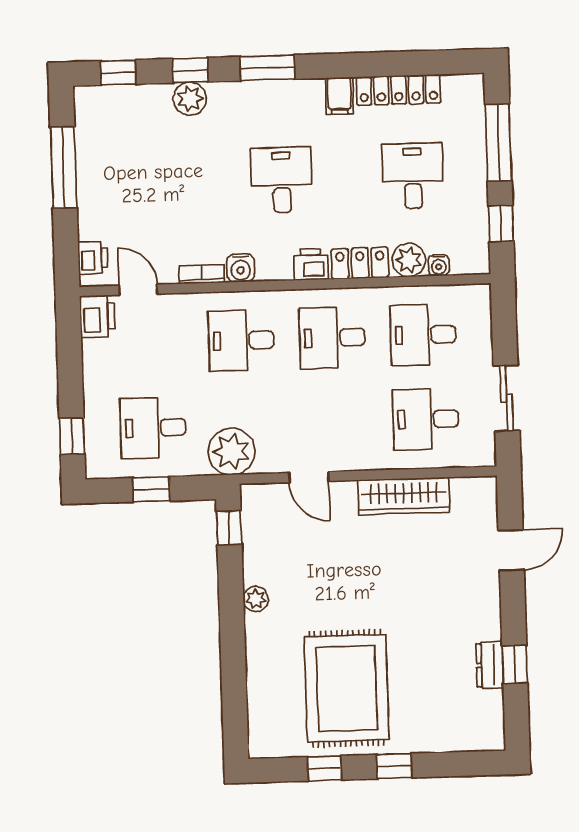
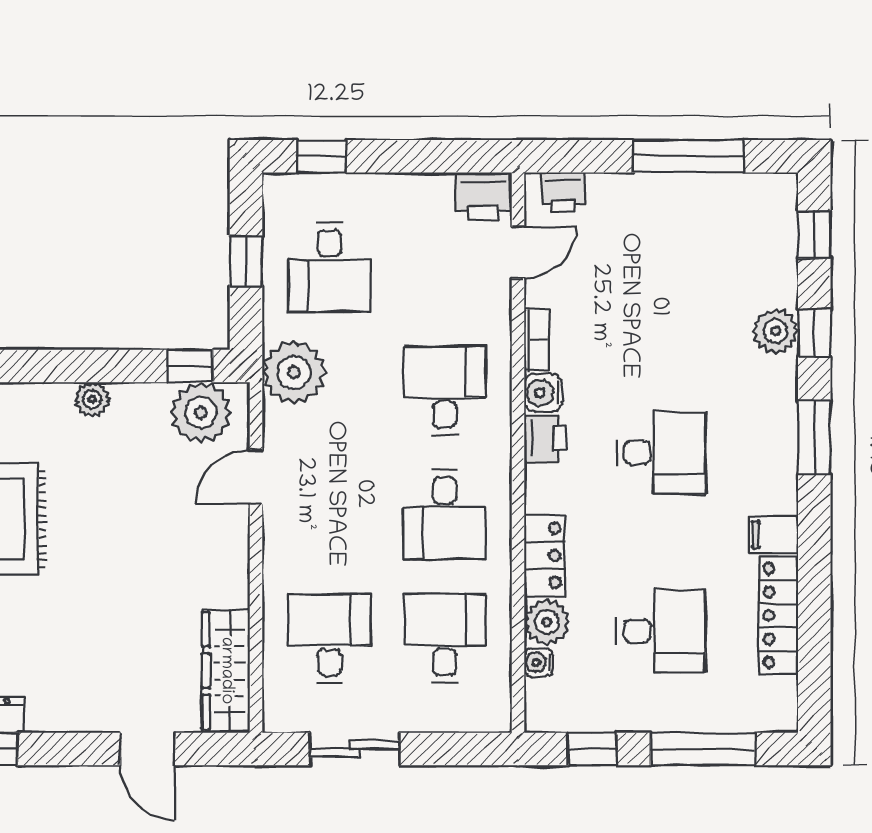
printer: (311, 264) -> (545, 438), moved
desk: (332, 338) -> (444, 515), turned 180
desk: (153, 428) -> (329, 267), turned 180
wardrobe: (404, 496) -> (226, 671), moved
plant: (263, 519) -> (201, 413), added

